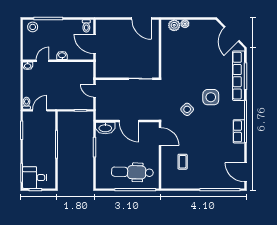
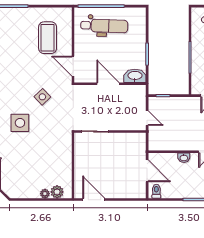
side table: (211, 97) -> (20, 123), moved
coffee table: (183, 162) -> (48, 38), width x1.86, depth x1.72

